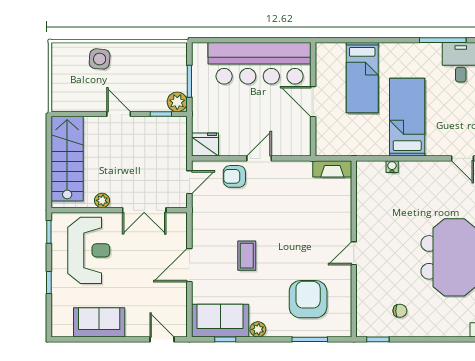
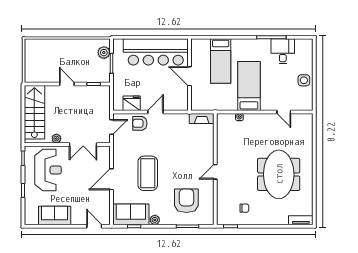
side table: (100, 59) -> (55, 49), removed
plant: (177, 102) -> (104, 53), moved
fridge: (205, 145) -> (132, 103), moved
coffee table: (247, 256) -> (148, 173), width x1.86, depth x1.72

